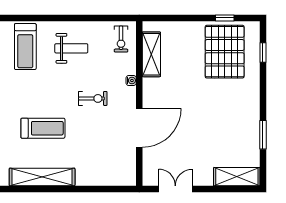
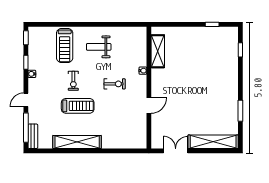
exercise bike: (121, 39) -> (73, 81), moved
weight bench: (71, 48) -> (99, 47), turned 180
pallet: (225, 52) -> (212, 49), removed
door: (139, 128) -> (149, 106), width x0.53
shelving: (237, 177) -> (213, 142), width x1.47

